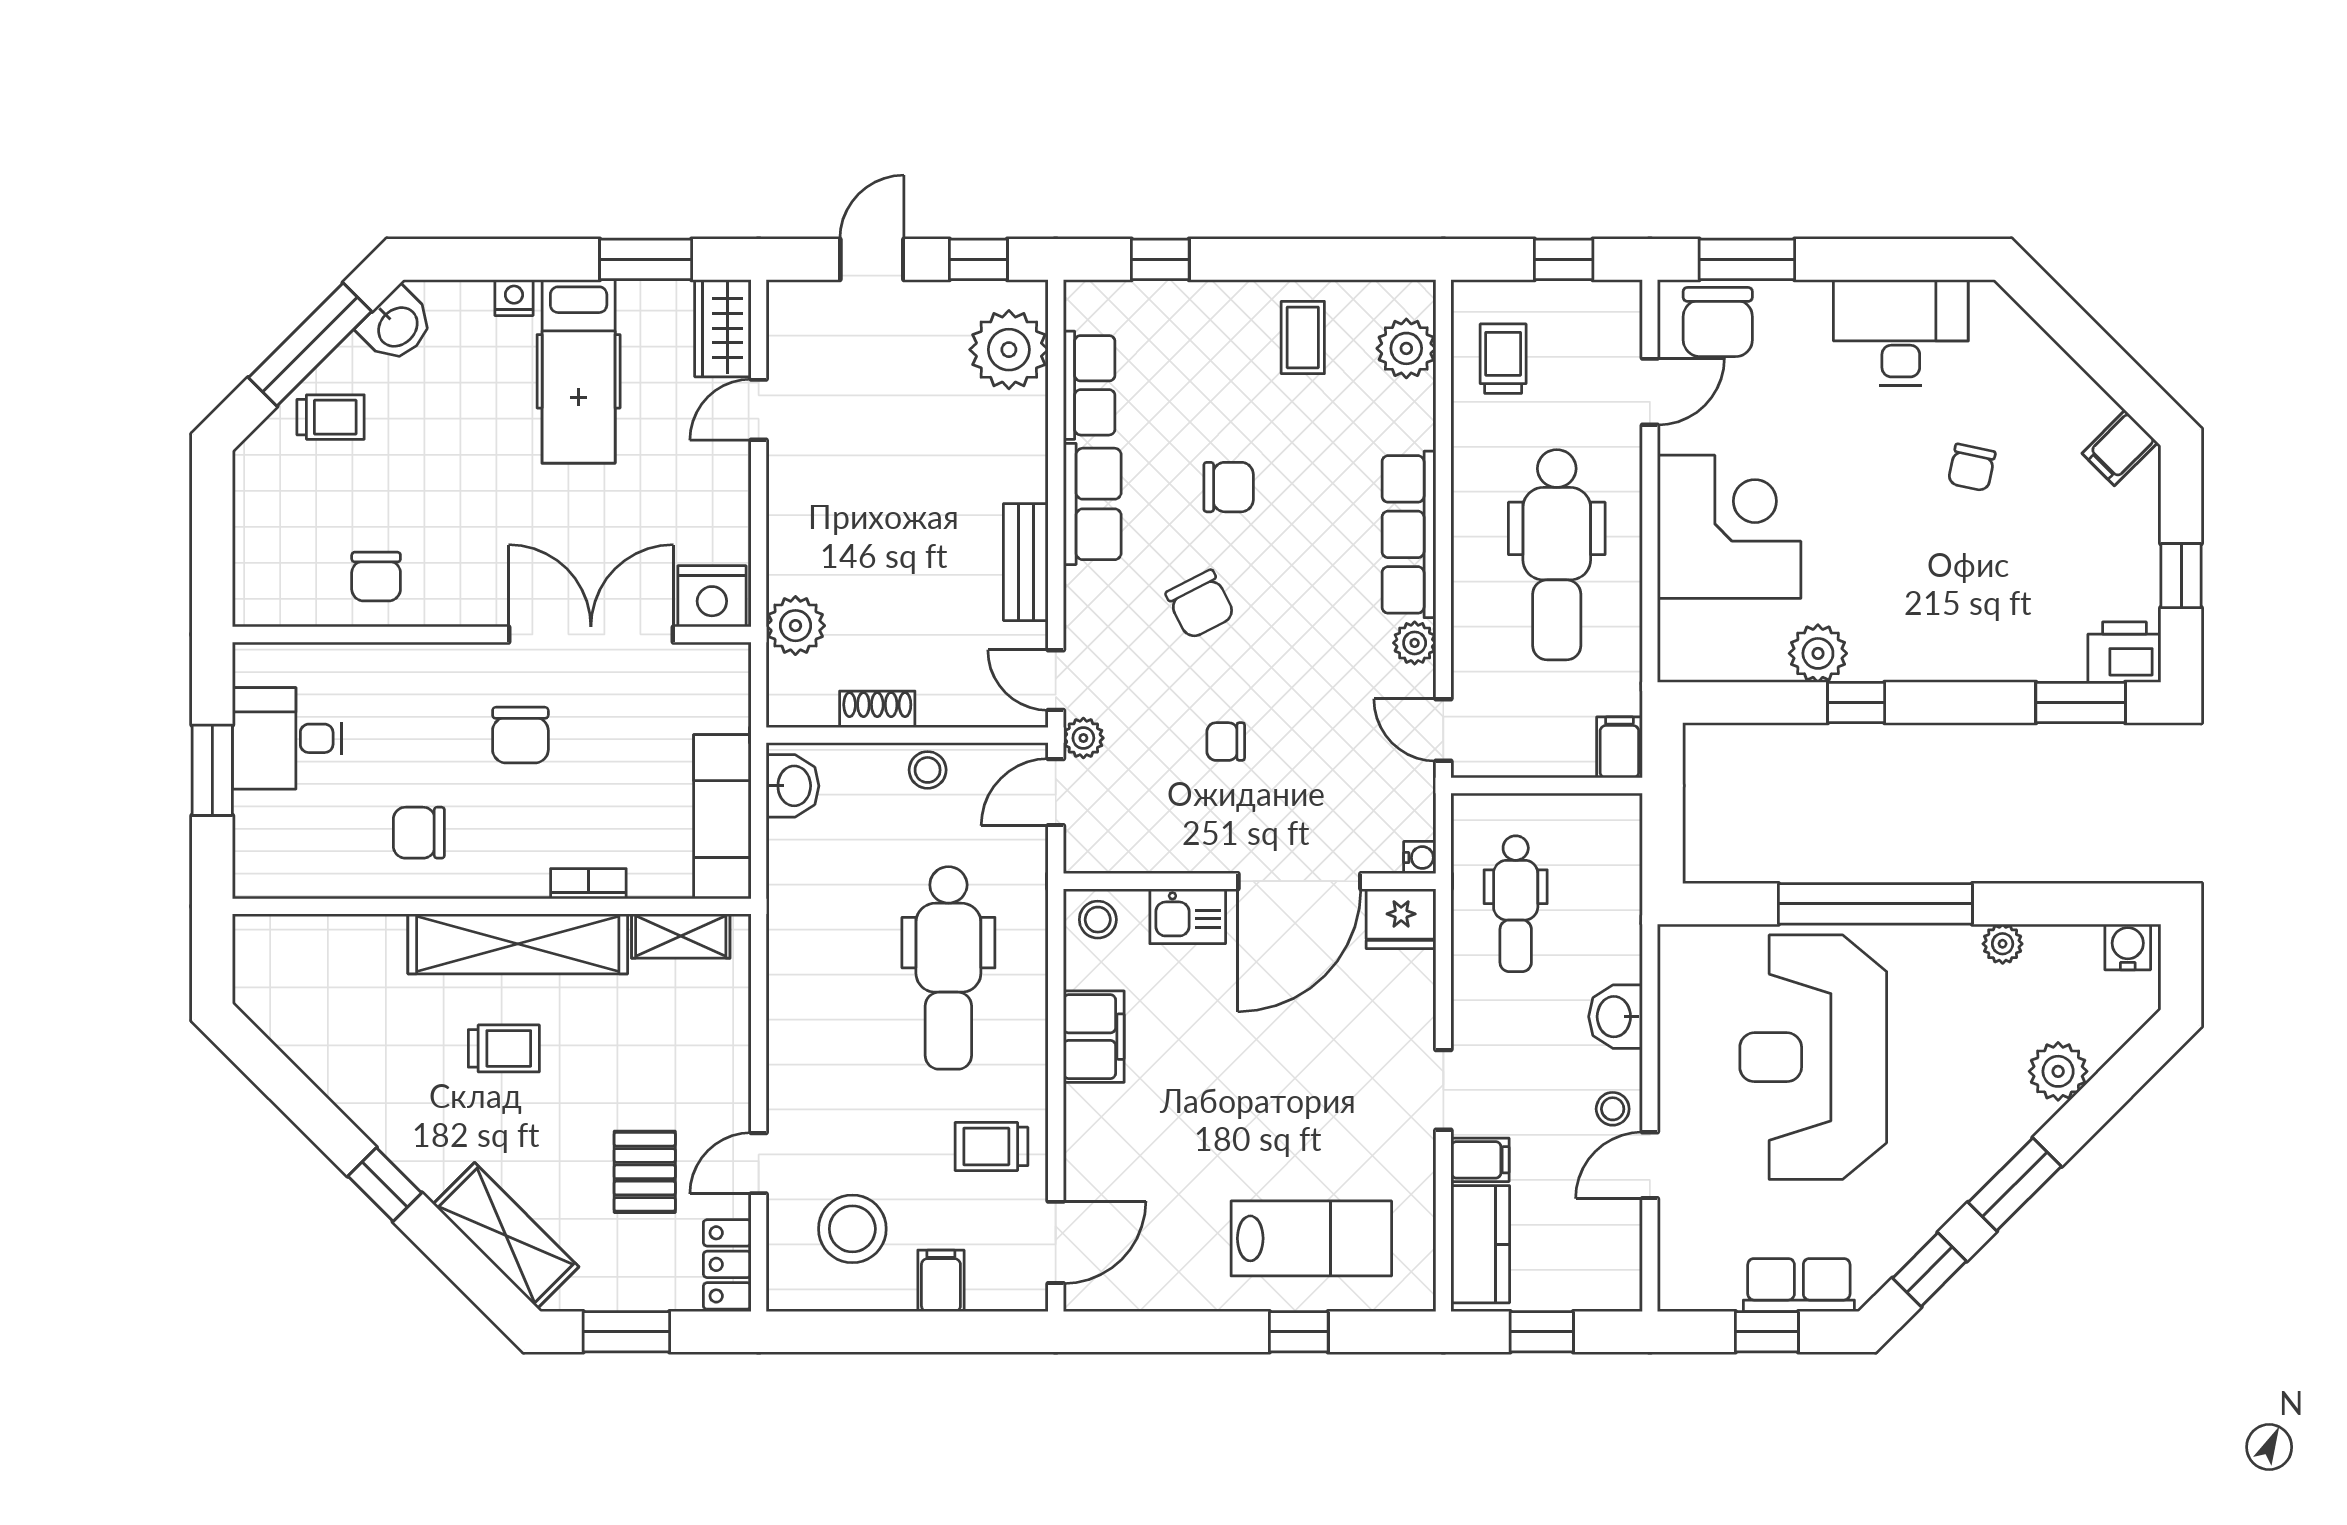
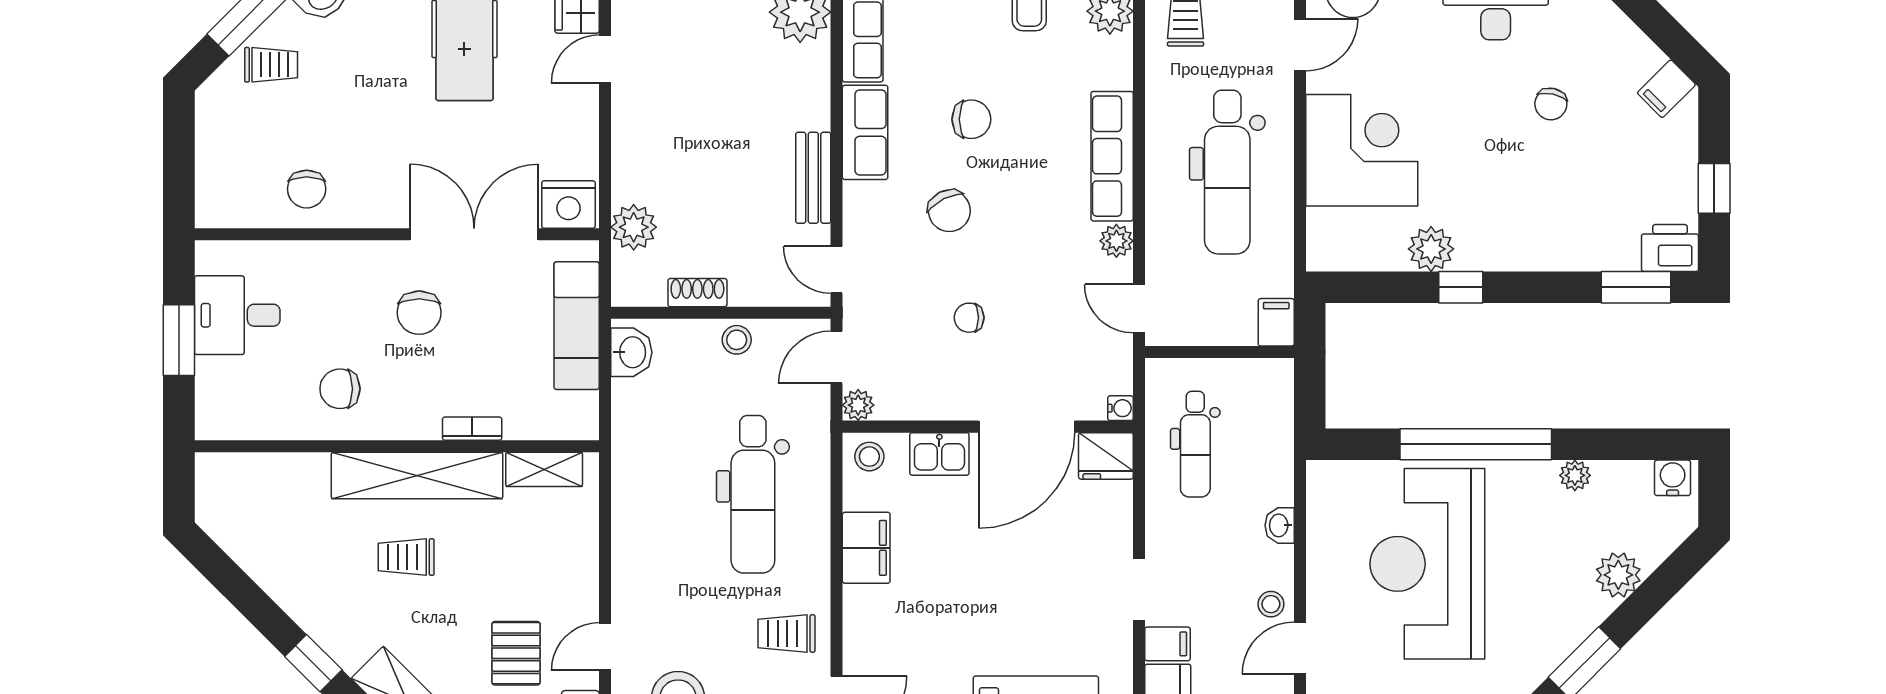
plant: (1083, 738) -> (858, 405), moved
exam couch: (722, 817) -> (577, 326), moved
washbasin: (1615, 1017) -> (1280, 525), width x0.72, depth x0.69
trolley: (504, 1048) -> (406, 557), turned 180

